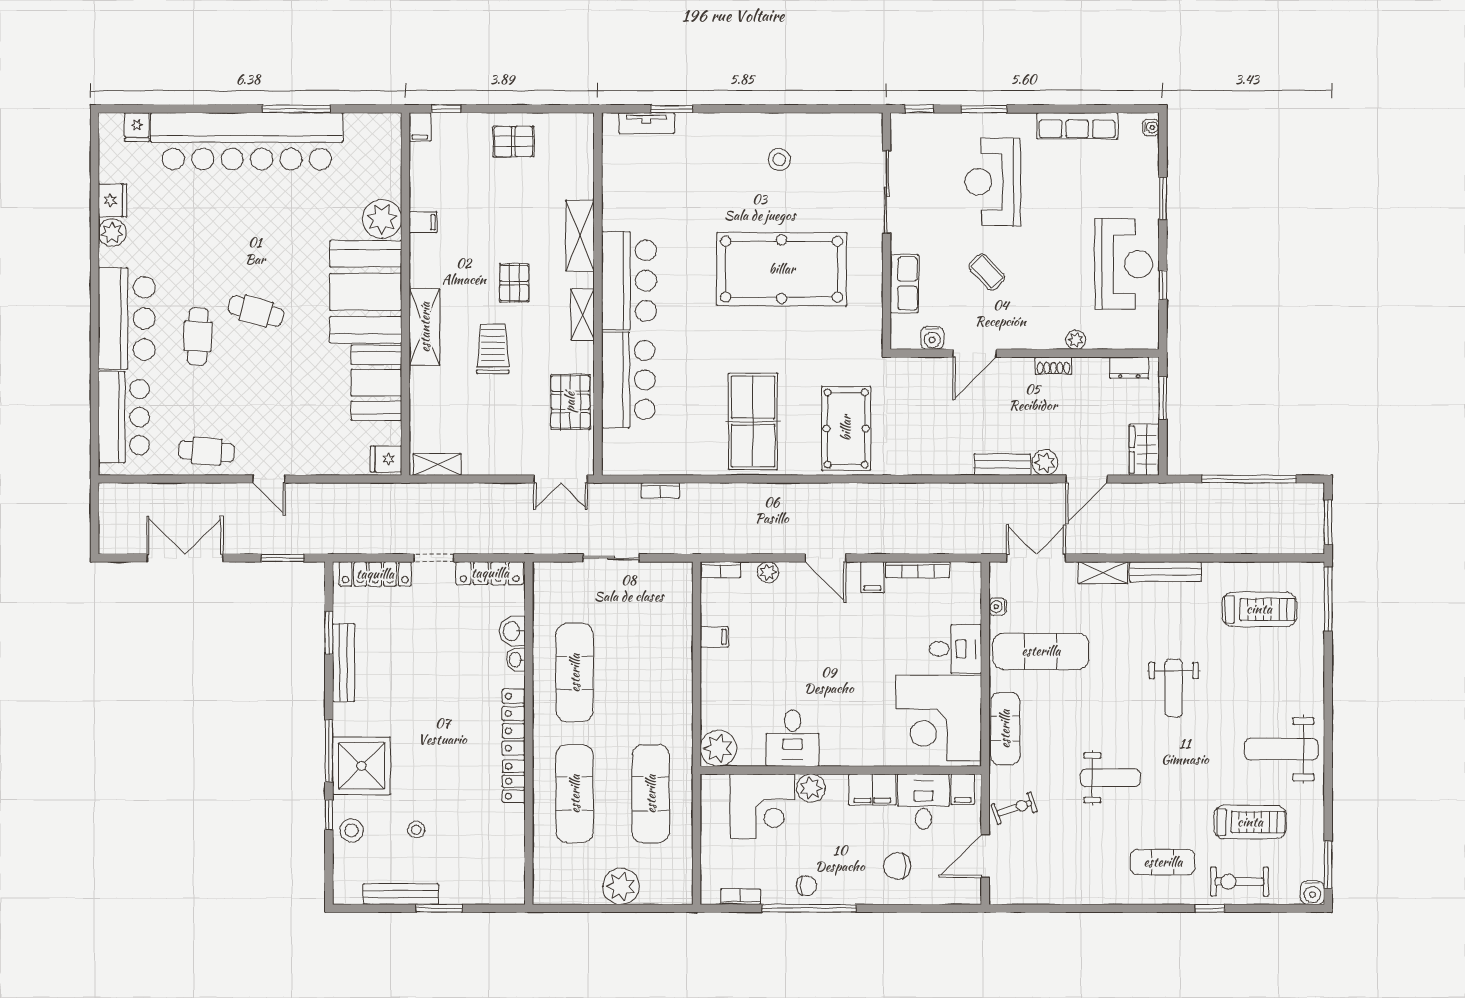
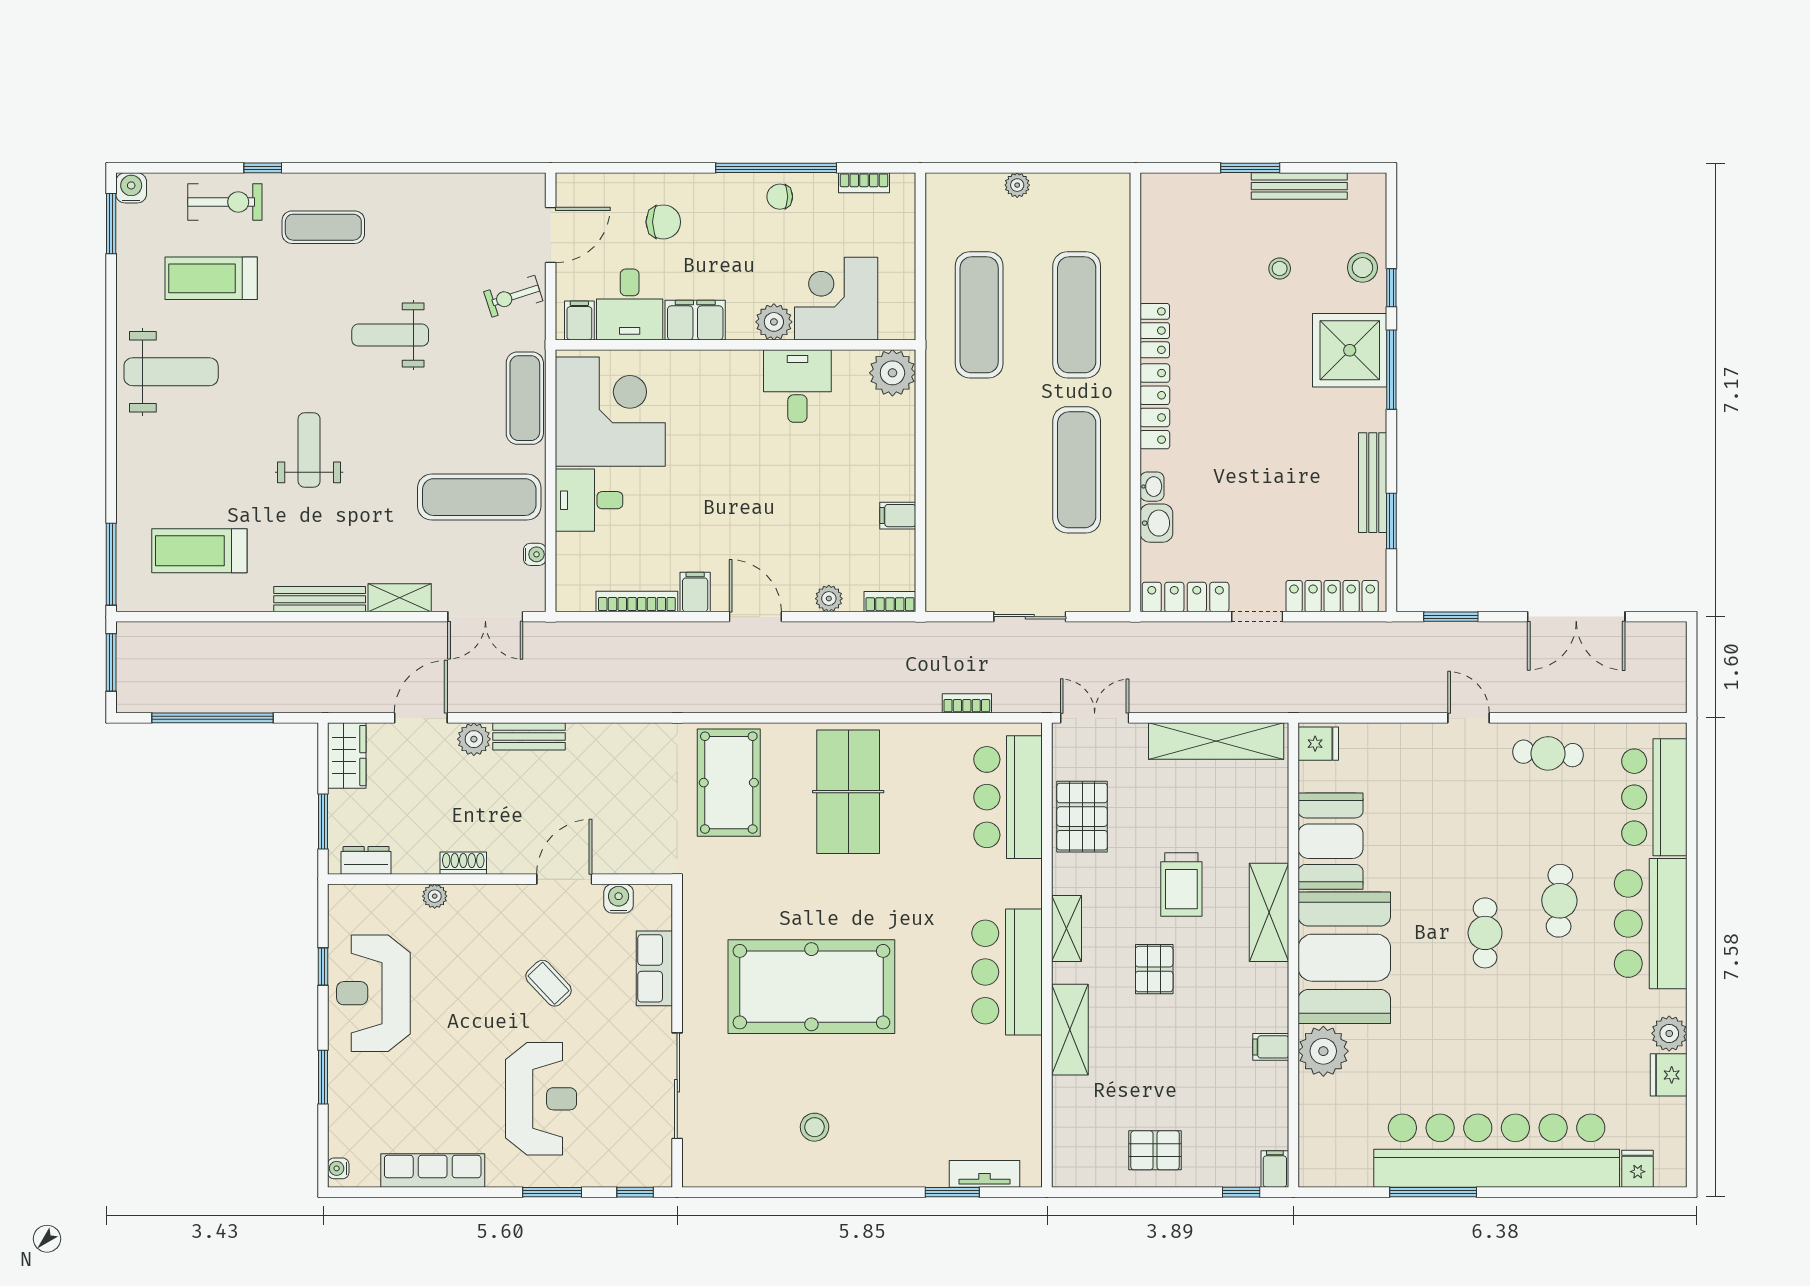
cafe table: (256, 311) -> (1485, 933), turned 74
bar counter: (628, 380) -> (1008, 797), moved
shelving: (437, 465) -> (1216, 741), width x2.20, depth x1.33
plant: (621, 886) -> (1017, 185), width x0.53, depth x0.53

